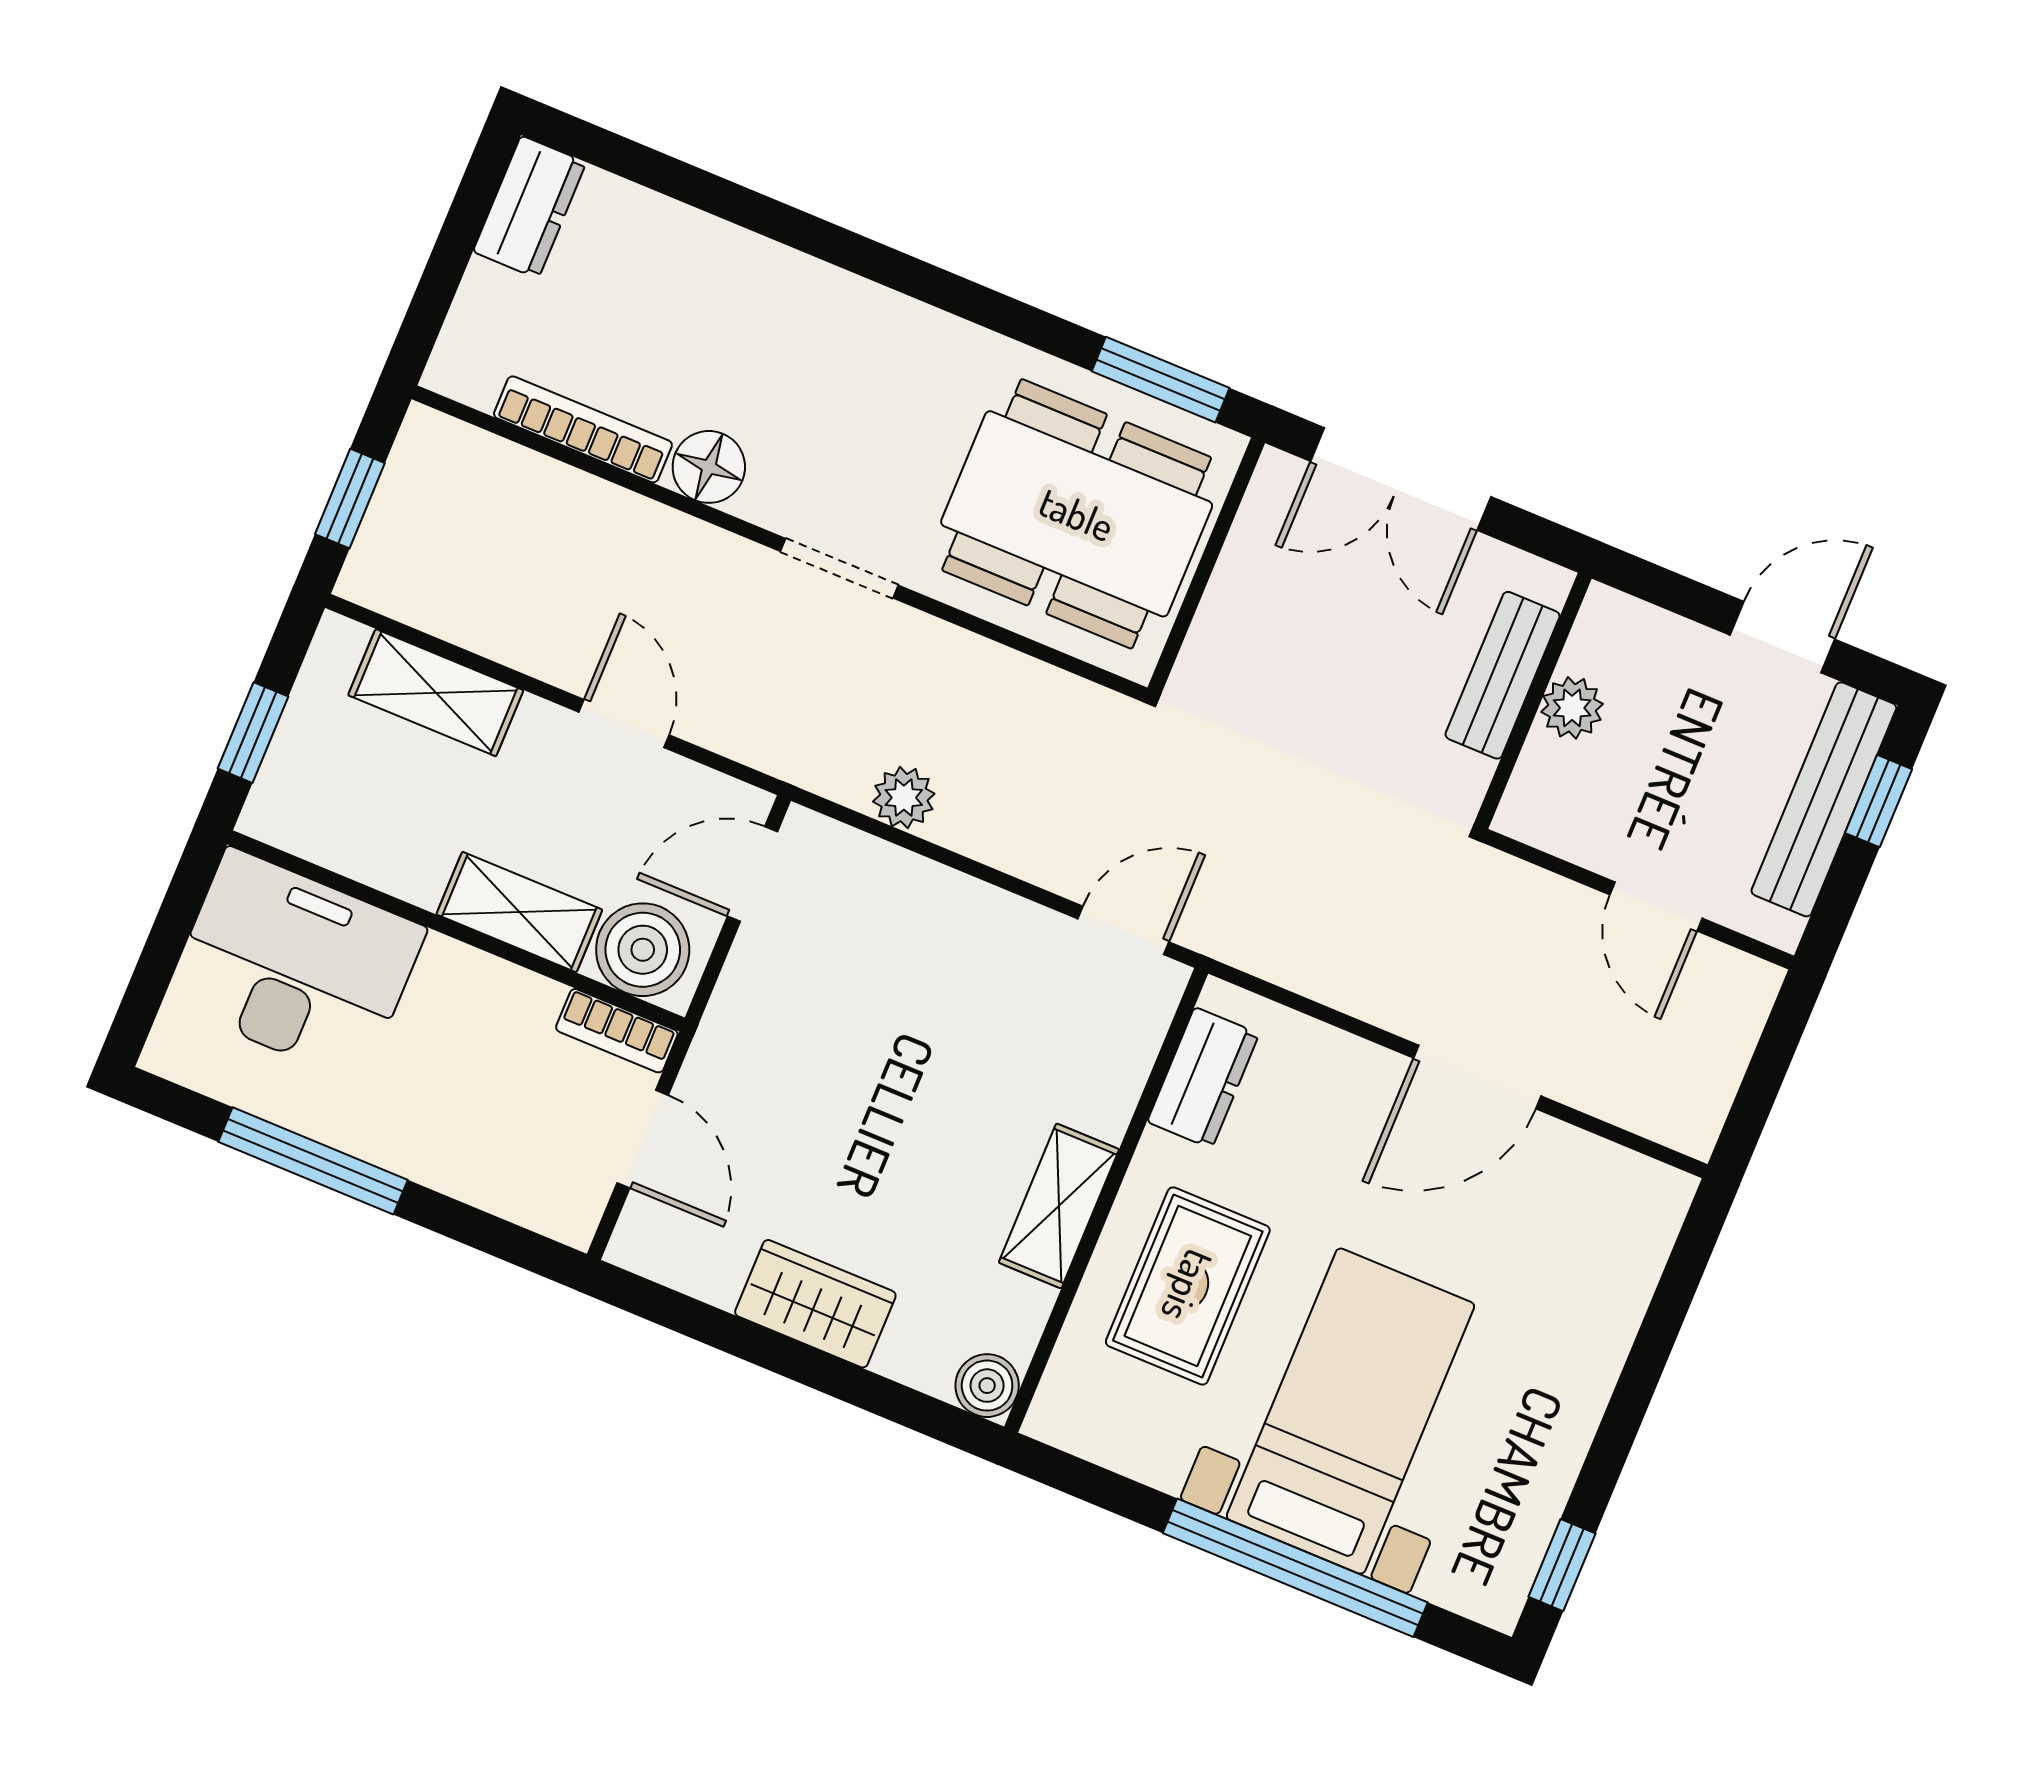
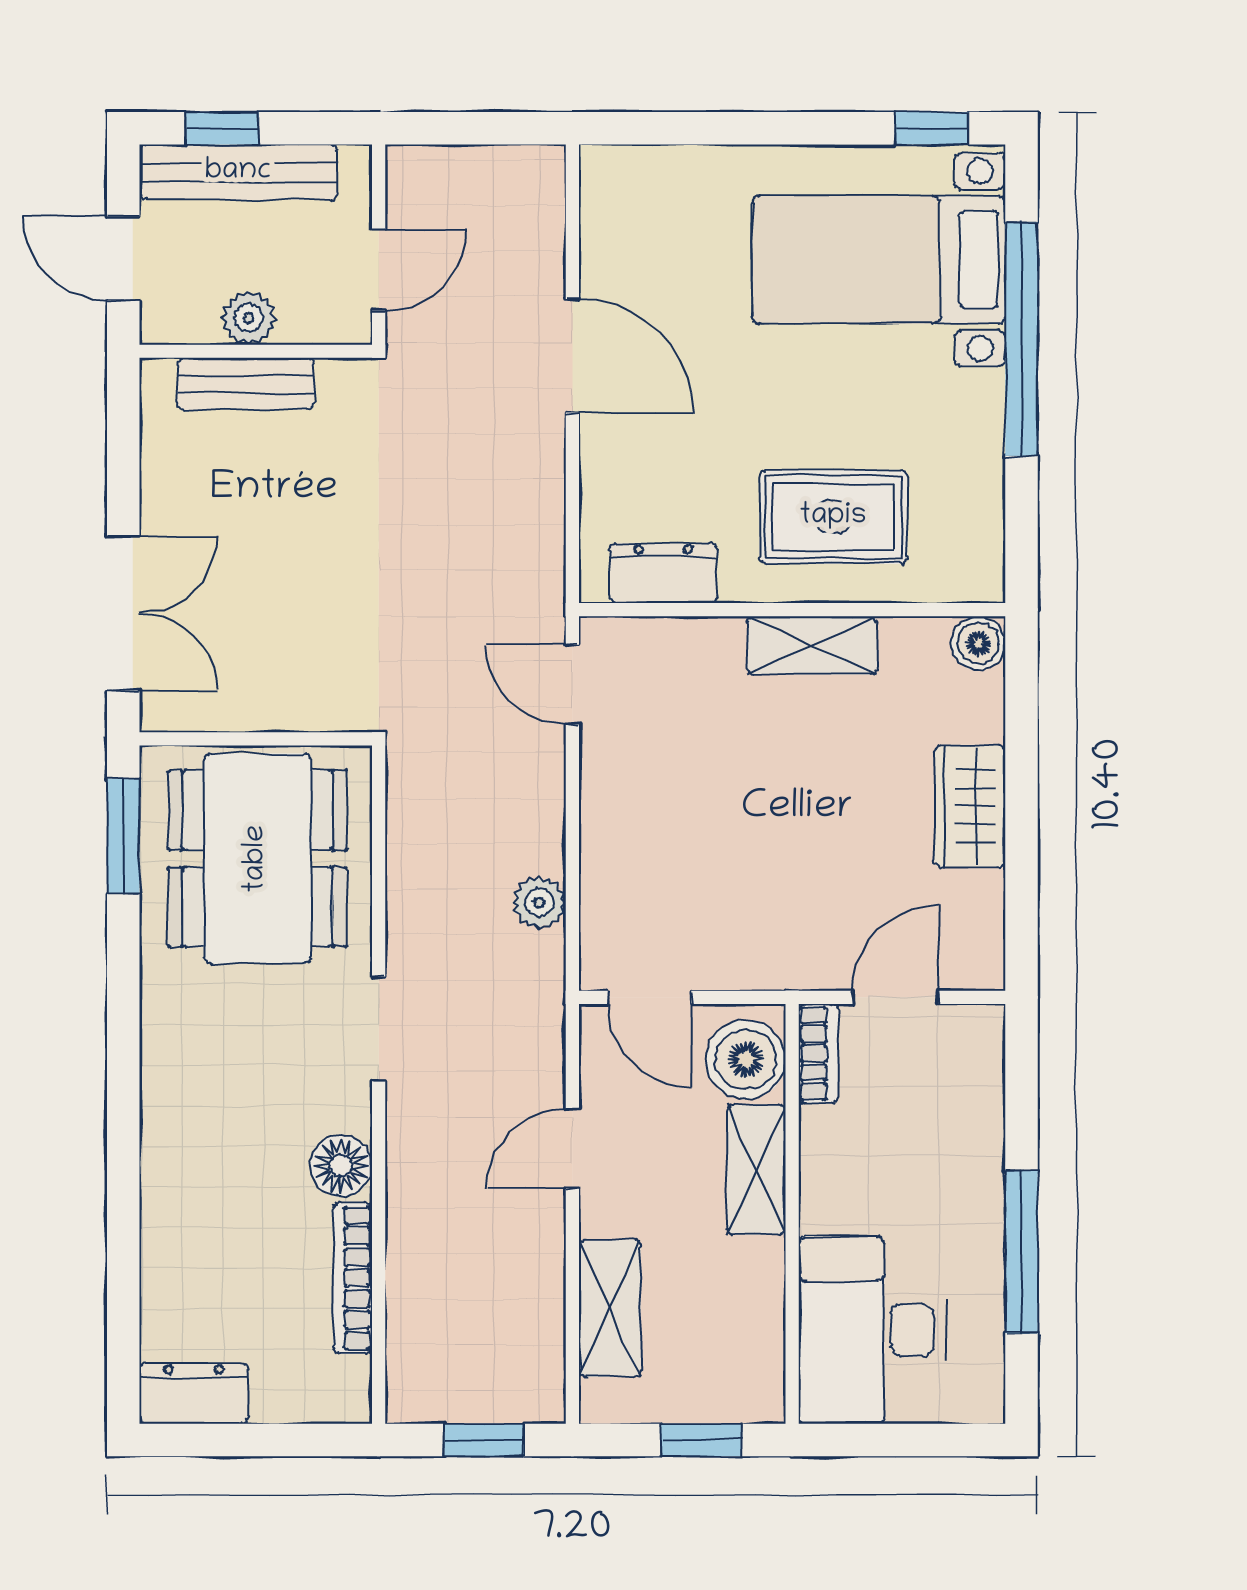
bench: (1503, 675) -> (246, 384), moved
wall: (1533, 701) -> (256, 351), moved
plant: (1572, 708) -> (249, 318), moved
bed with nightstands: (1351, 1411) -> (879, 260), moved

